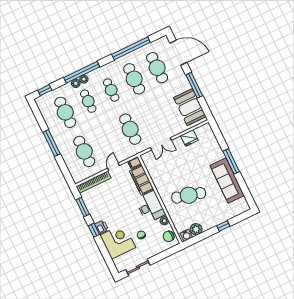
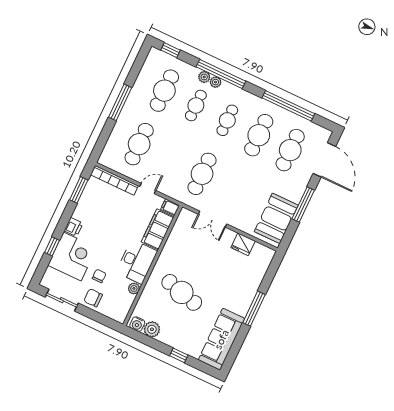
sofa: (227, 181) -> (221, 339), moved
window: (94, 230) -> (52, 246), moved
chair: (169, 236) -> (93, 298), moved

